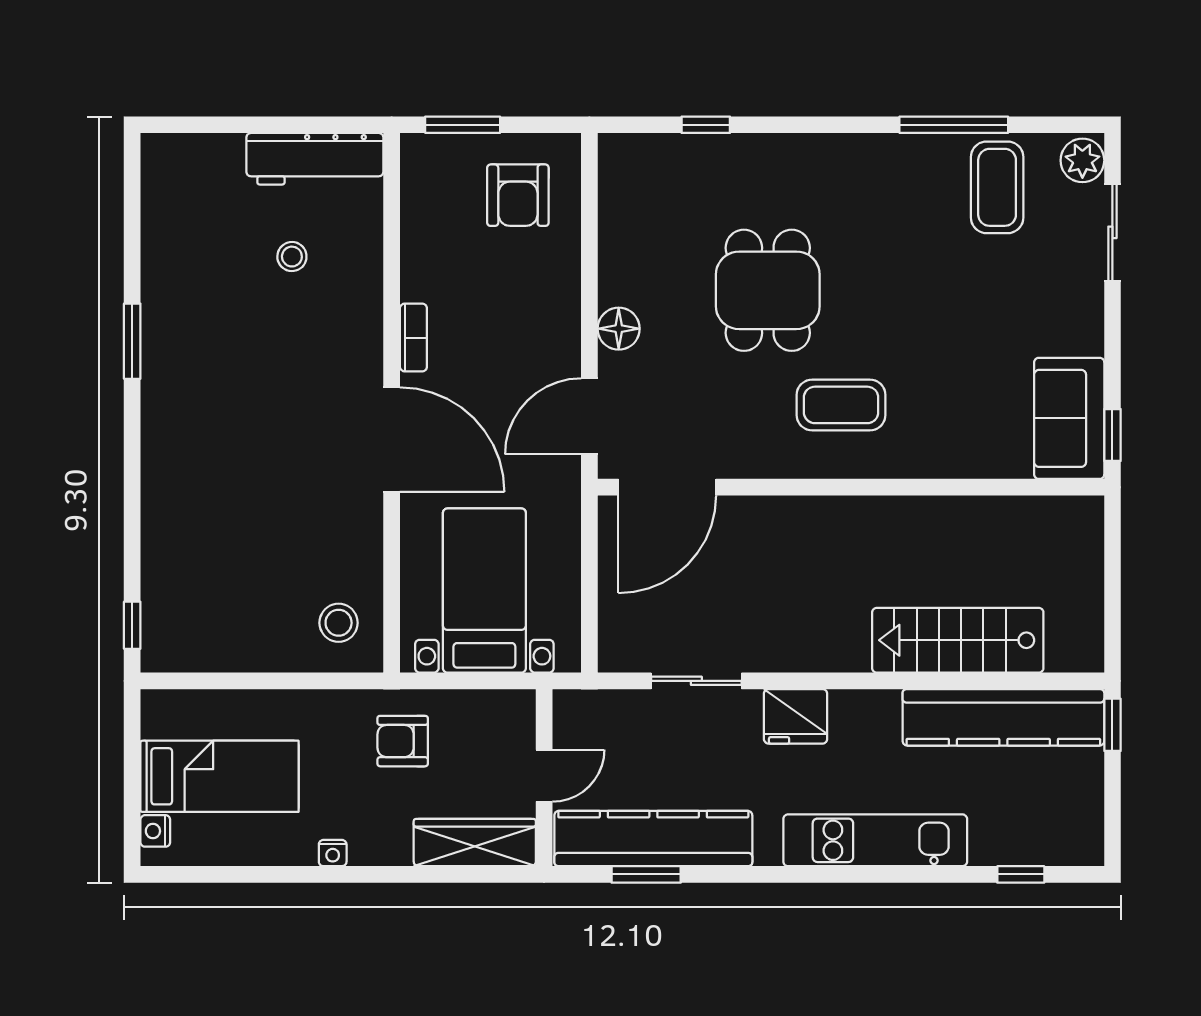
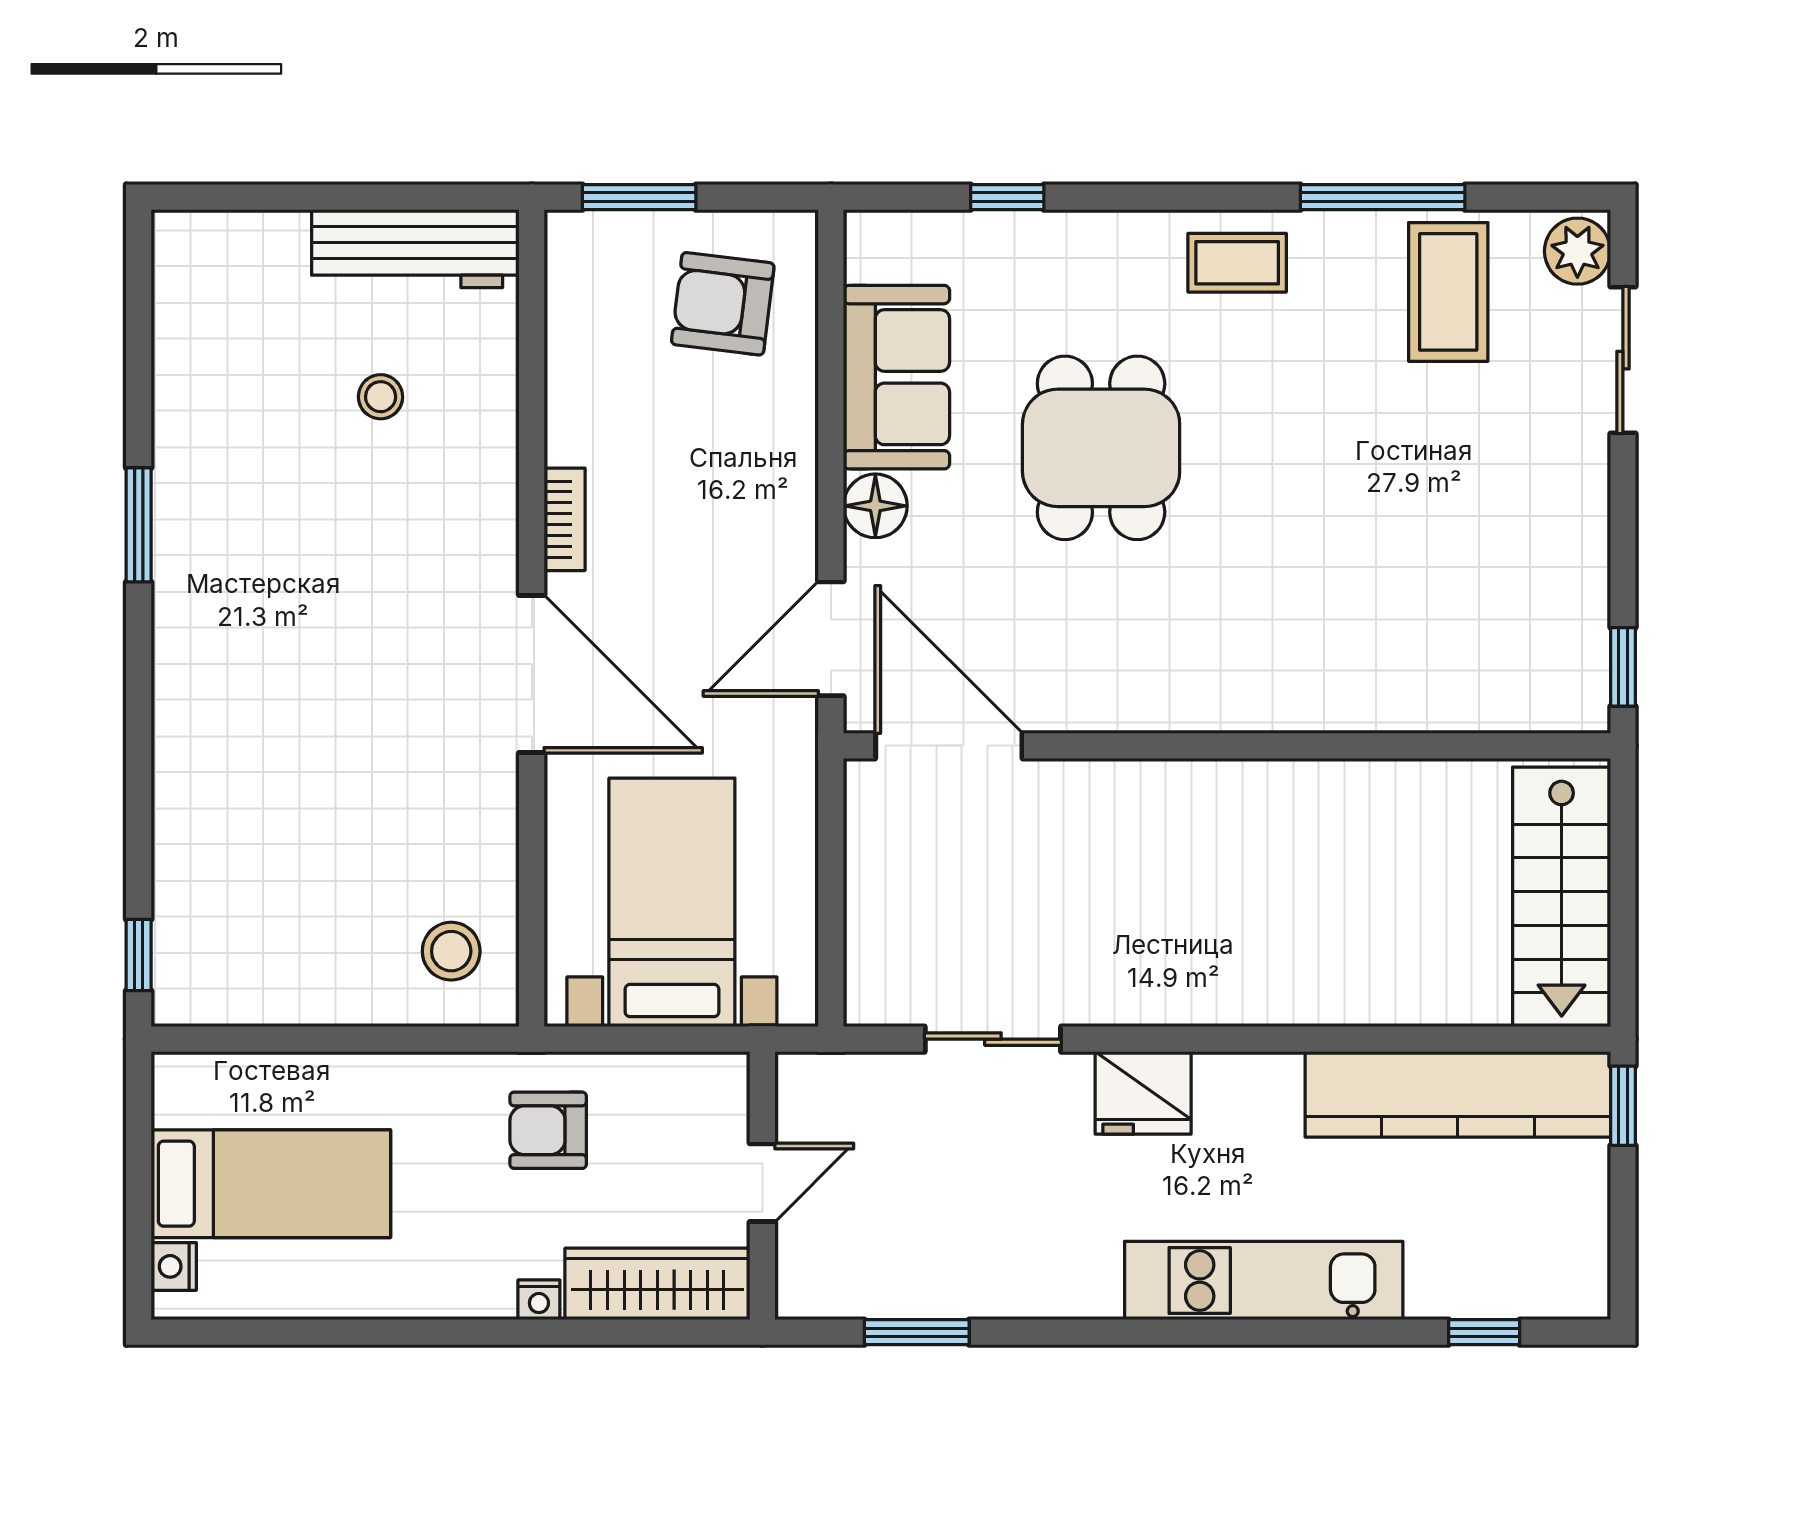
armchair: (518, 195) -> (723, 304), turned 97
coffee table: (841, 405) -> (1237, 263), moved, width x0.73, depth x0.77
sofa: (1069, 418) -> (897, 377), moved, turned 180
door: (667, 487) -> (949, 746), swing flipped
stairs: (958, 640) -> (1562, 897), moved, turned -90
kitchen counter: (653, 838) -> (928, 1278), removed
nightstand: (333, 853) -> (539, 1300), moved

